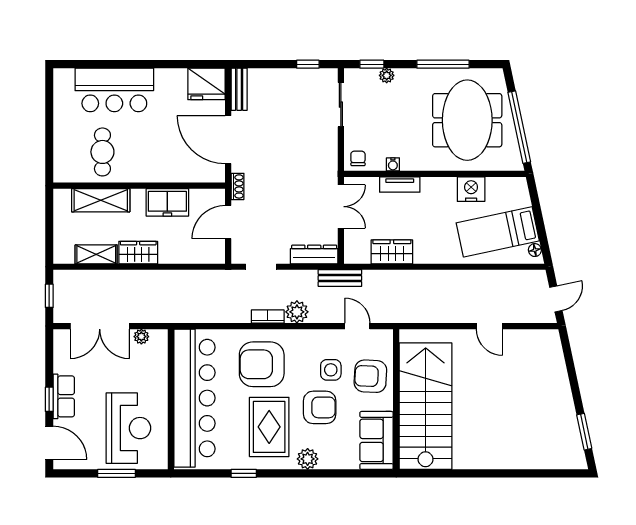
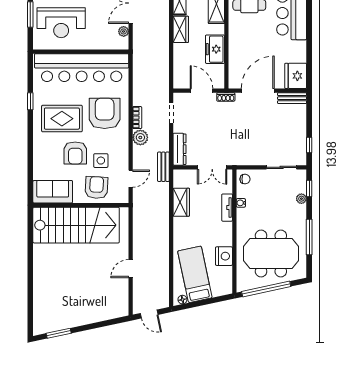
plant: (308, 459) -> (40, 145), removed

